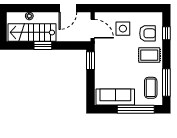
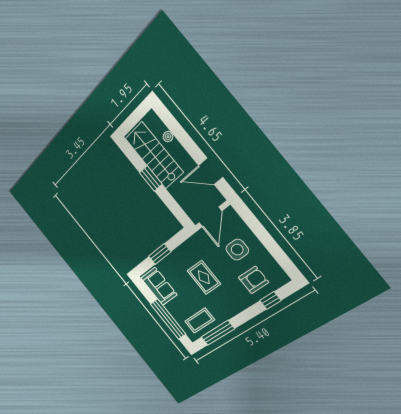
armchair: (147, 33) -> (254, 280), turned -90
rug: (149, 55) -> (204, 277), moved
window: (91, 61) -> (160, 254), moved
sofa: (115, 97) -> (159, 286), width x0.73

